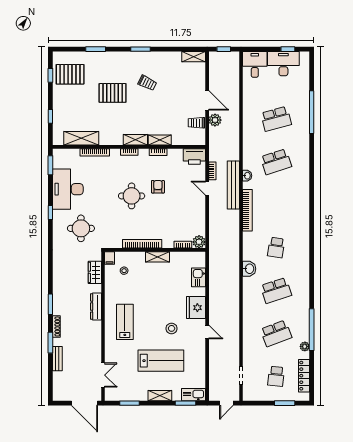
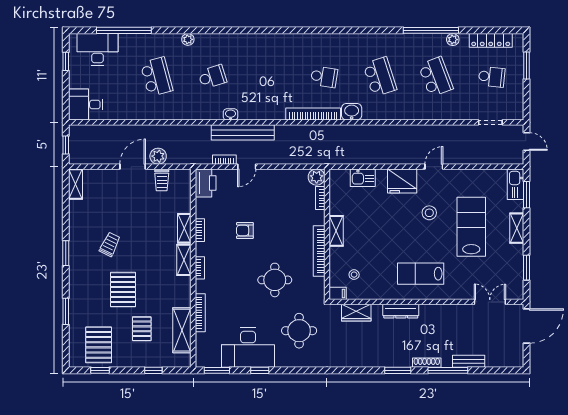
desk: (283, 64) -> (97, 49), moved, turned 90
pallet: (82, 107) -> (142, 329), added
window: (312, 112) -> (124, 30), moved
plant: (305, 143) -> (188, 39), added
school desk: (276, 162) -> (212, 77), width x0.54
round table: (132, 196) -> (275, 280), moved
bookcase: (247, 210) -> (313, 114), moved
window: (50, 212) -> (260, 370), moved
window: (50, 343) -> (448, 370), width x1.44

